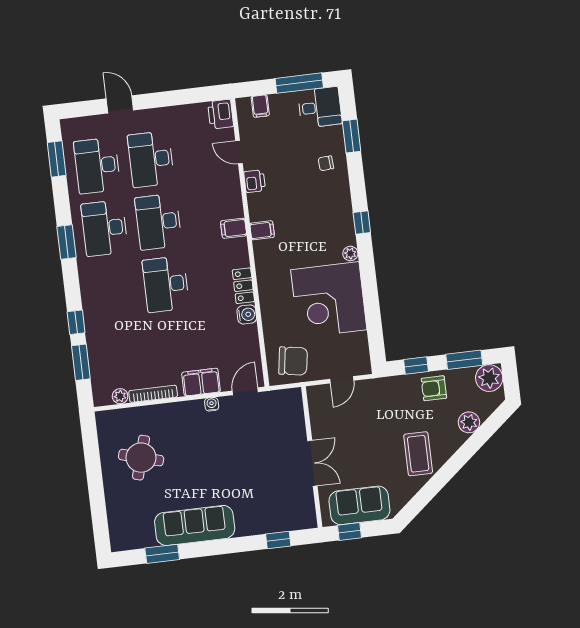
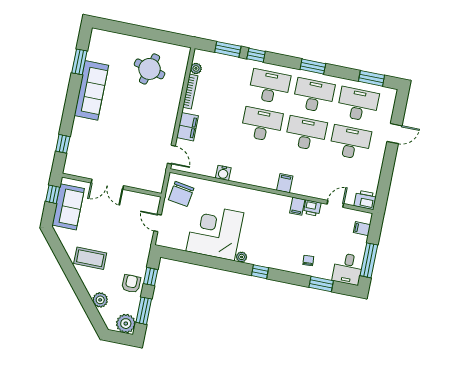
filing cabinet: (262, 230) -> (297, 206), moved
locker: (243, 286) -> (244, 177), removed
desk: (112, 291) -> (270, 87), added
water cooler: (212, 404) -> (170, 129), removed

